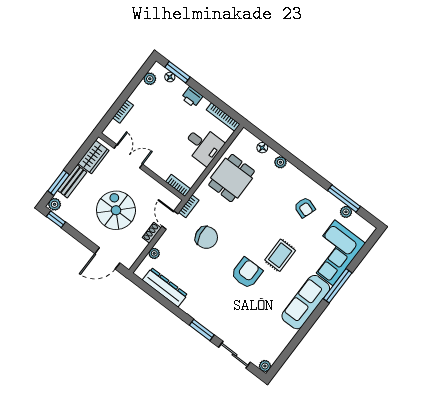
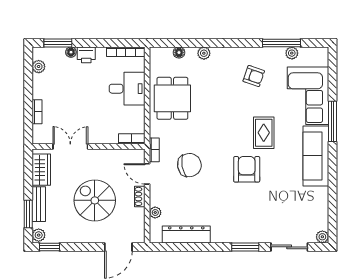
floor lamp: (170, 77) -> (71, 52), moved

